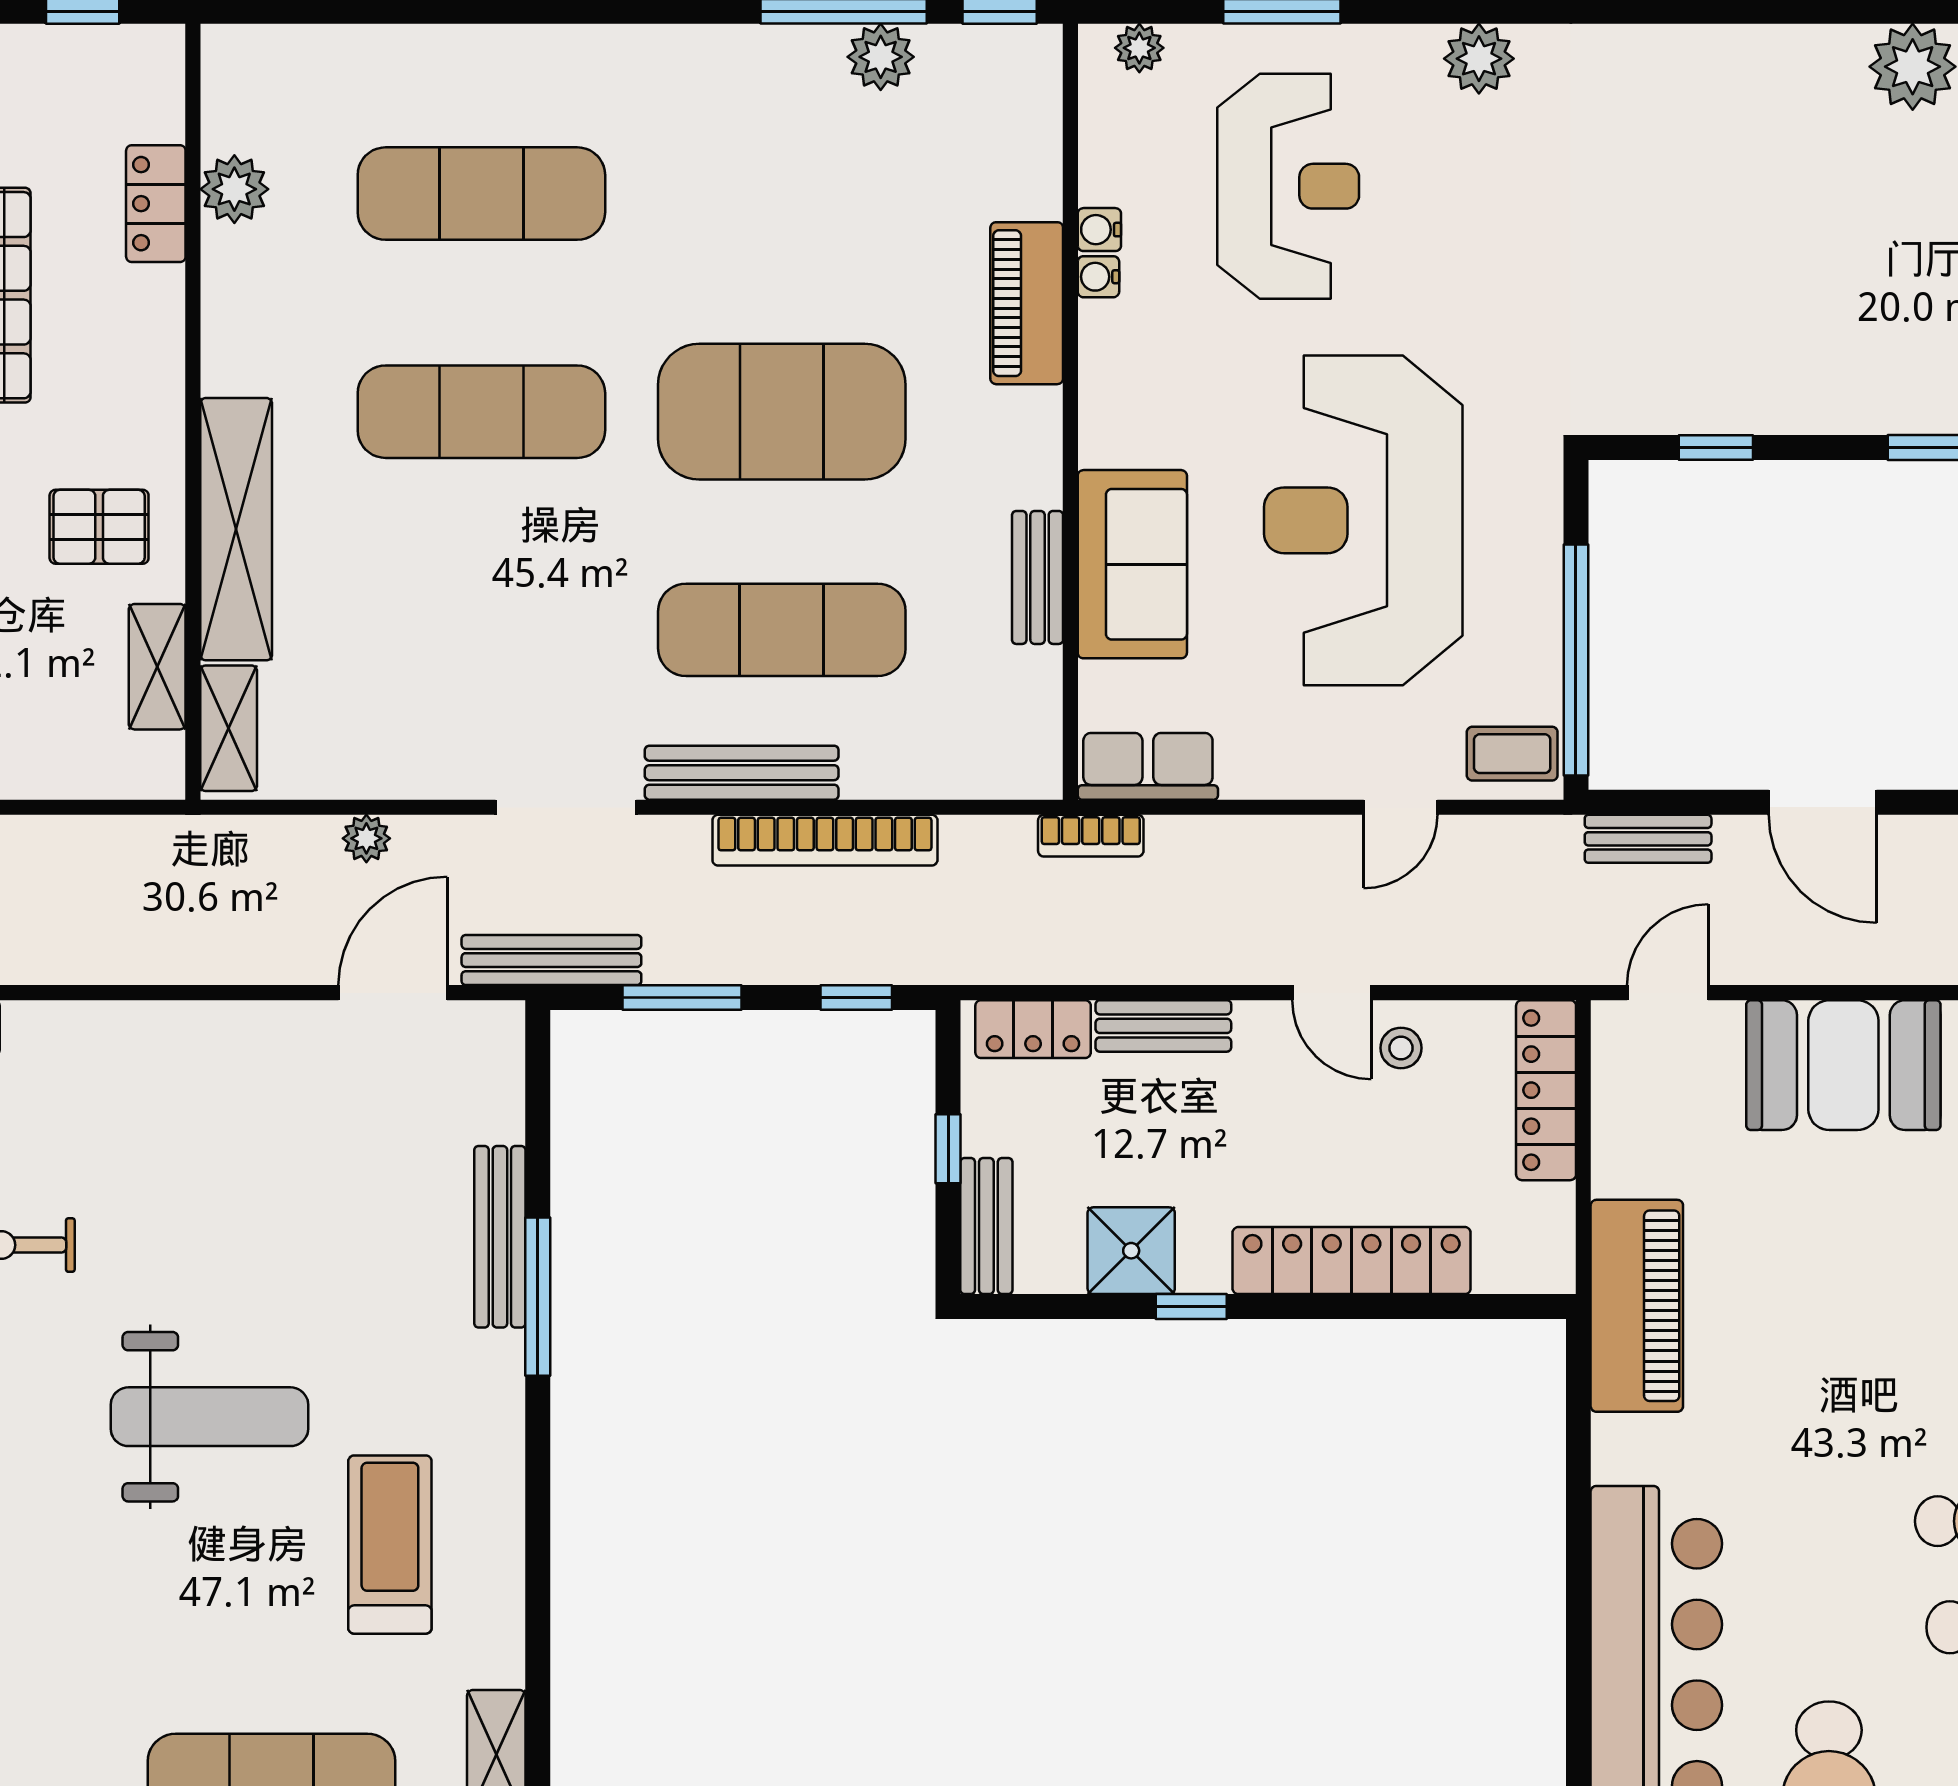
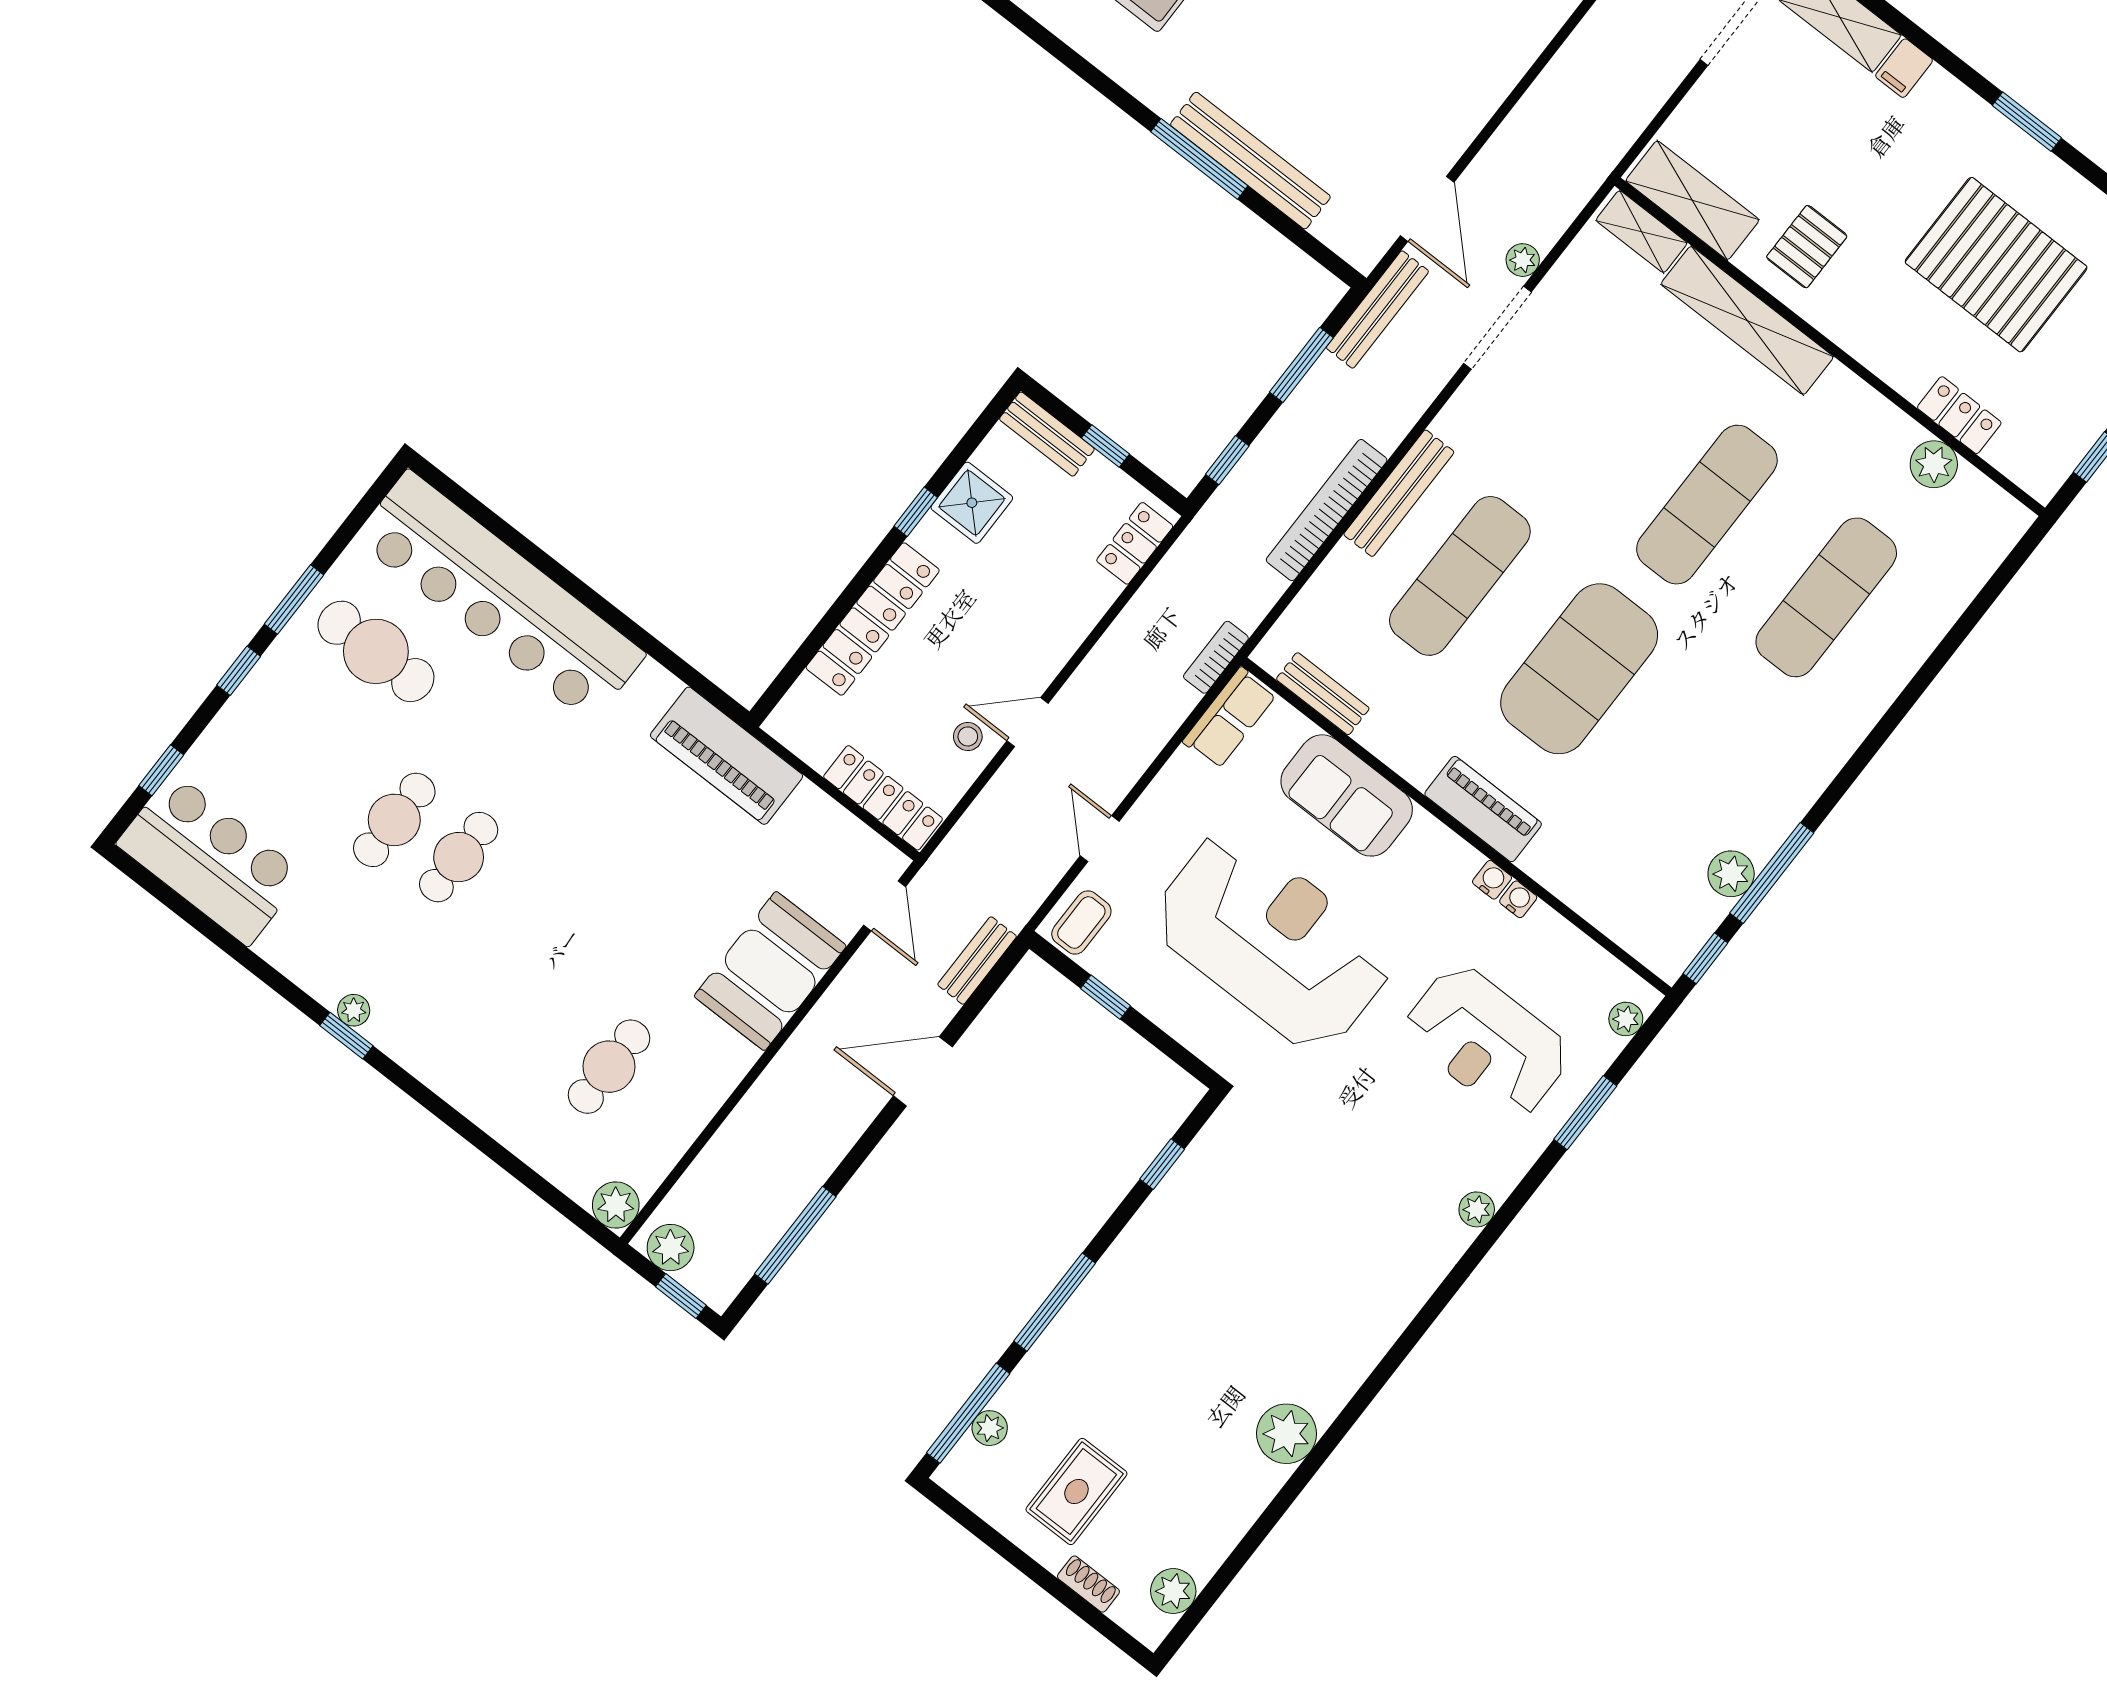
plant: (1479, 59) -> (1477, 1209), width x0.73, depth x0.73
water cooler: (1099, 230) -> (1492, 880), moved
piano: (1027, 303) -> (1483, 809), moved
bench: (1038, 577) -> (1323, 694), moved
window: (1576, 660) -> (1106, 997), width x0.32
shelving: (157, 667) -> (1692, 200), width x1.50, depth x1.33
doorway: (566, 807) -> (1497, 328), moved
bench: (1163, 1026) -> (1081, 616), removed
bench: (500, 1237) -> (1250, 161), width x1.37, depth x1.21

